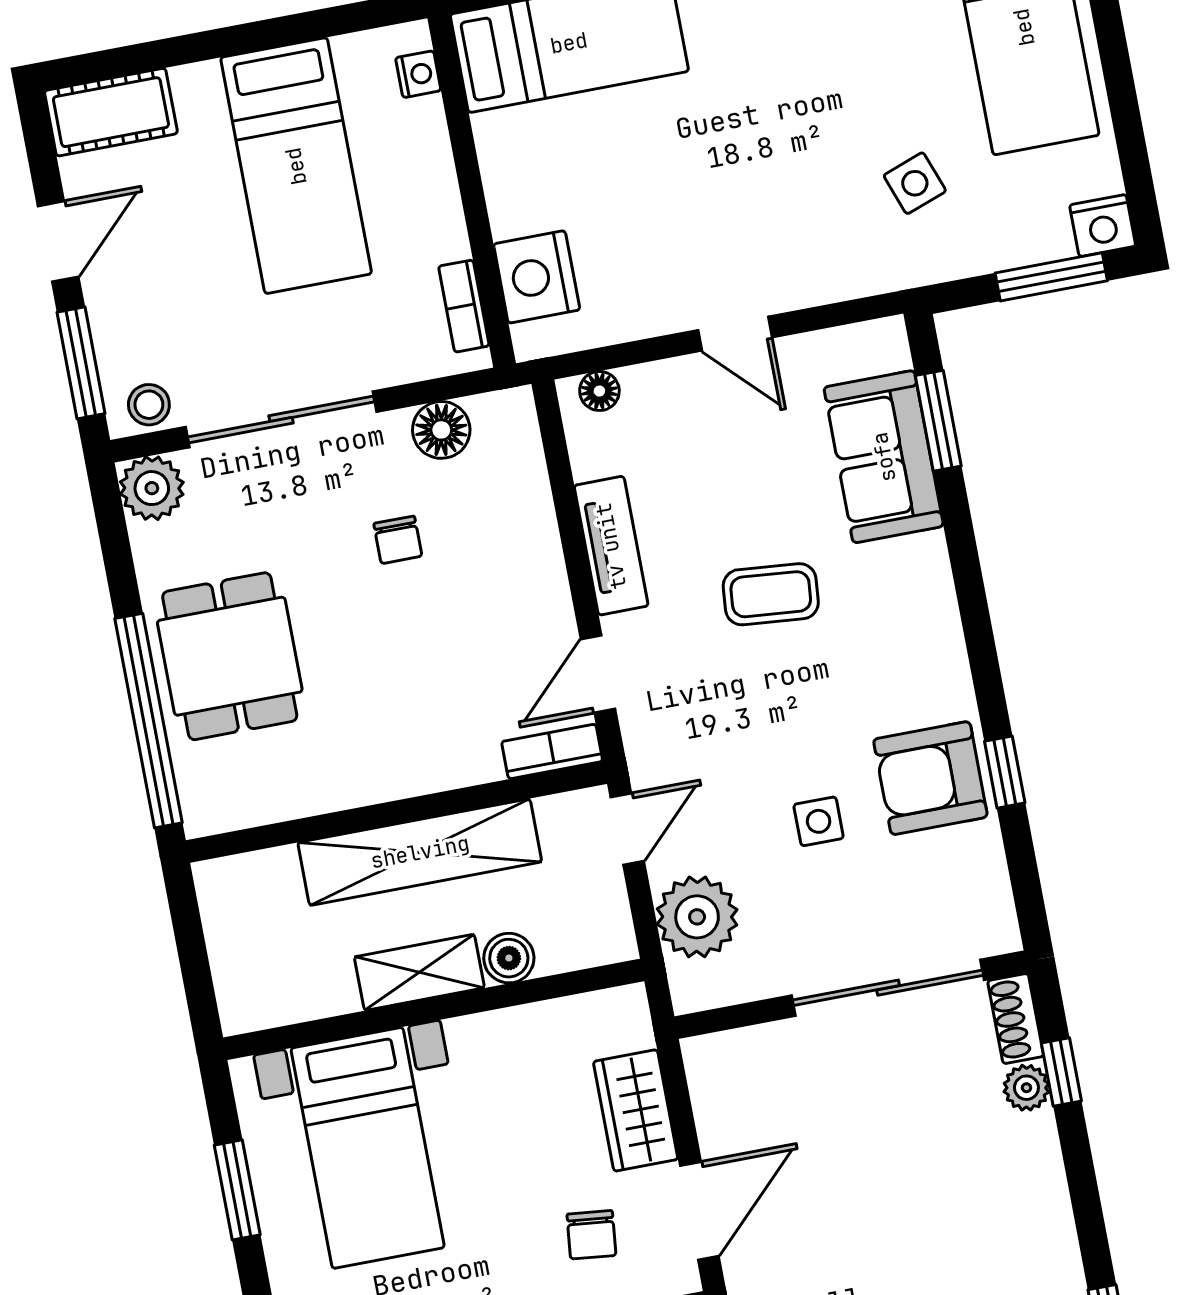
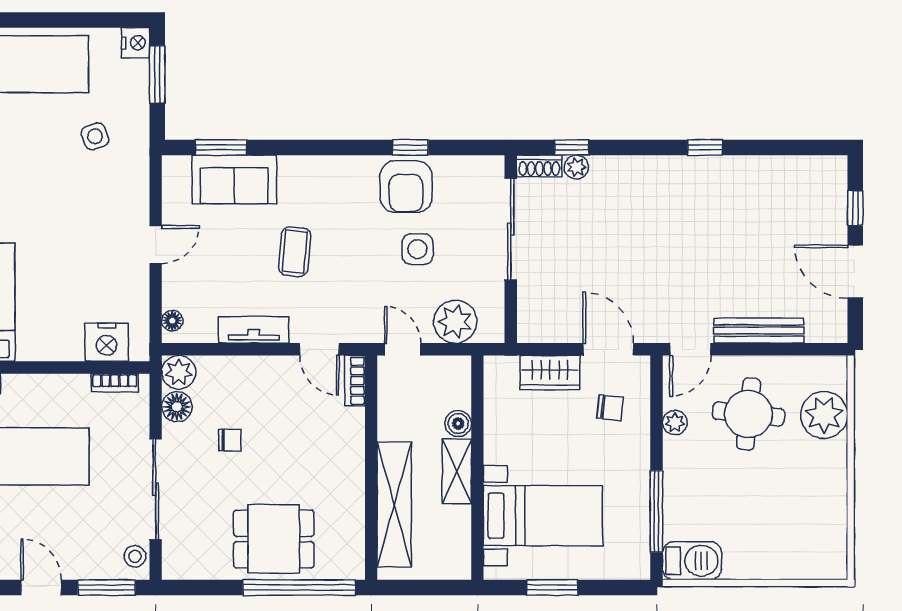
plant: (152, 488) -> (179, 372), moved
side table: (819, 821) -> (417, 249), width x1.37, depth x1.37
shelving: (420, 852) -> (394, 504), moved

